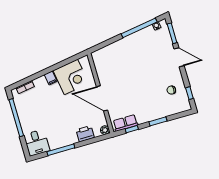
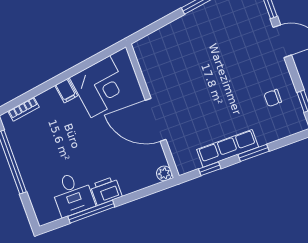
row of seats: (125, 123) -> (228, 148), moved, width x1.48
printer: (85, 134) -> (106, 191), moved
desk: (37, 143) -> (72, 194), moved

